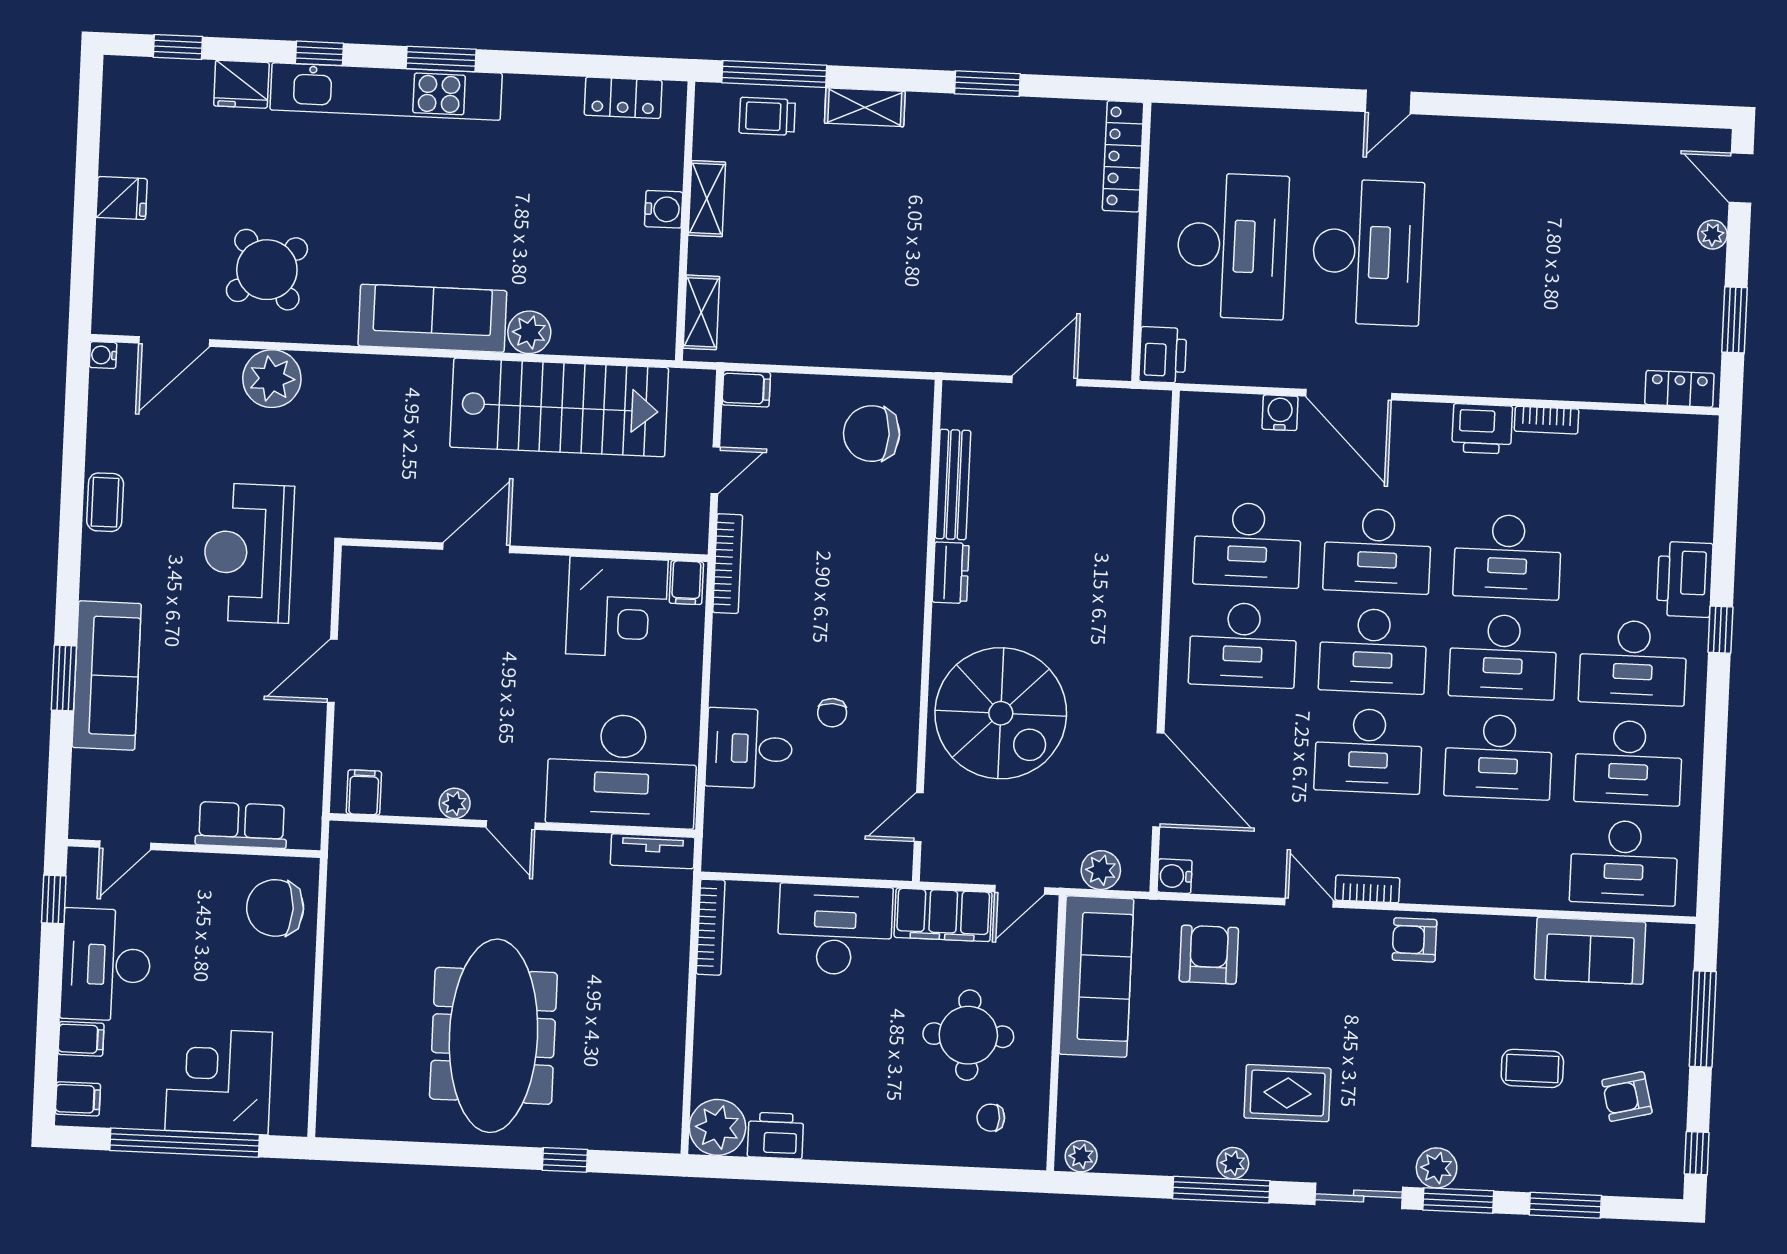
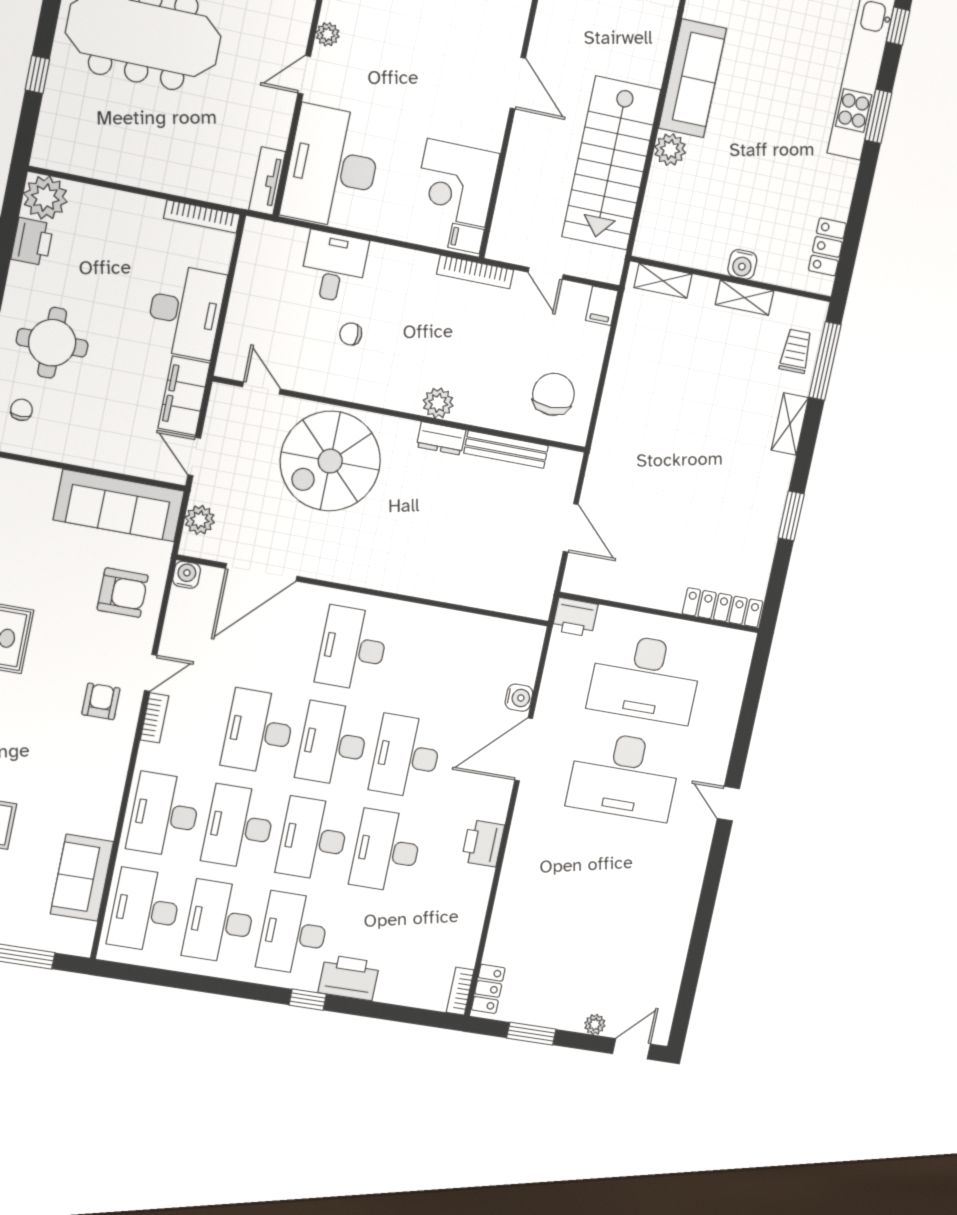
bookcase: (1547, 420) -> (460, 991), moved
desk: (1247, 545) -> (164, 815), moved
plant: (905, 584) -> (438, 403), added
armchair: (1415, 940) -> (101, 701), moved
round table: (968, 1035) -> (52, 343), moved

